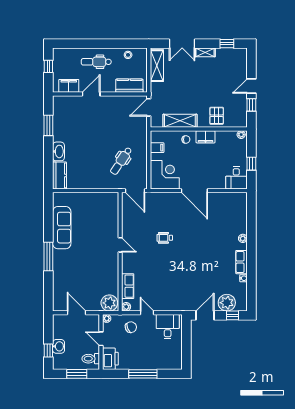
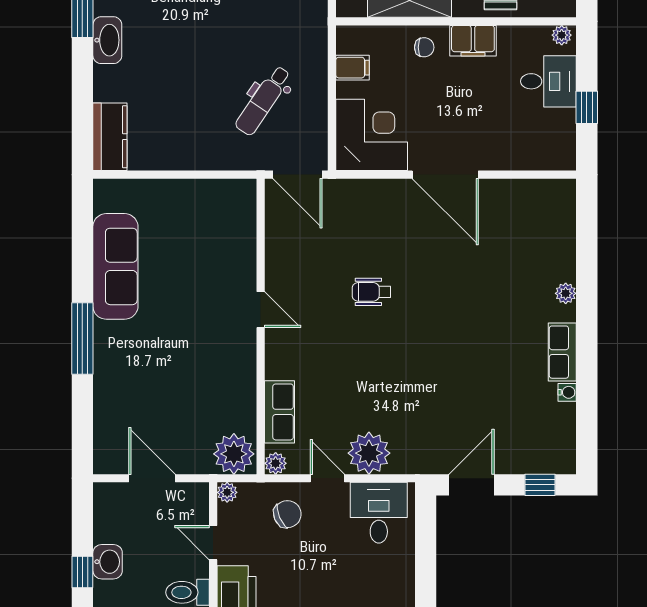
washbasin: (58, 151) -> (107, 40), moved
desk: (236, 178) -> (548, 81), moved, turned -90
plant: (227, 303) -> (369, 453), moved

